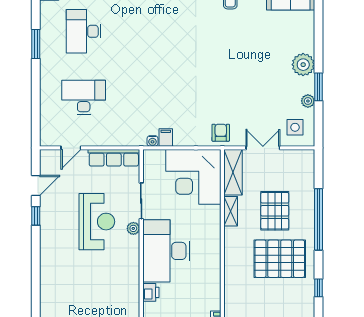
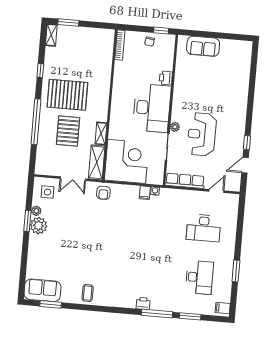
plant: (303, 65) -> (39, 226), moved

